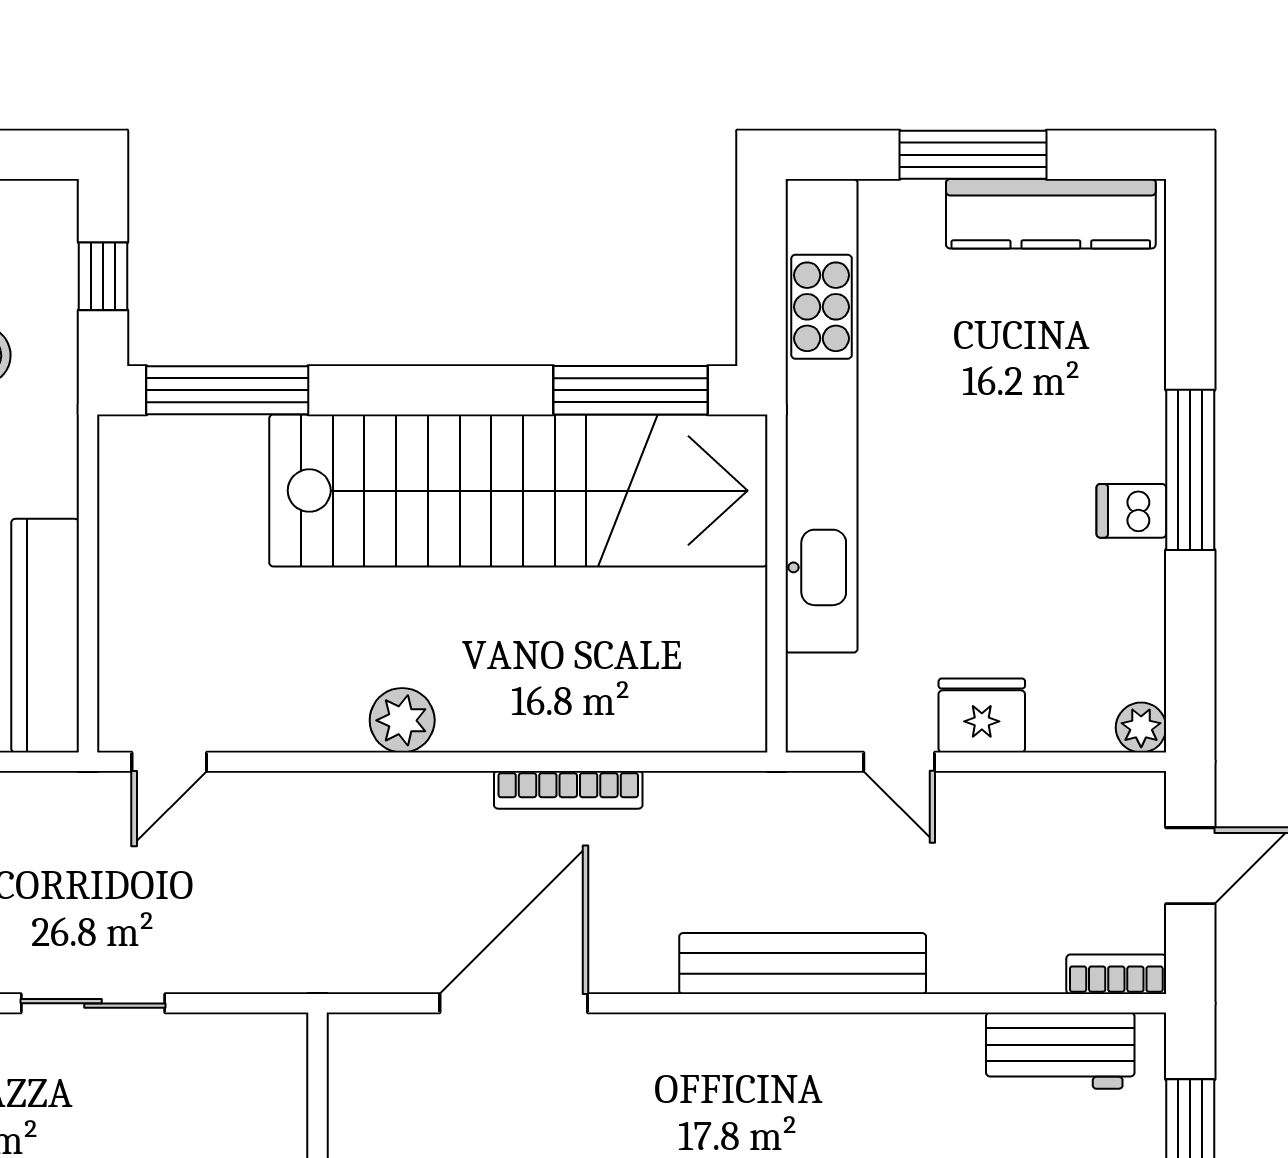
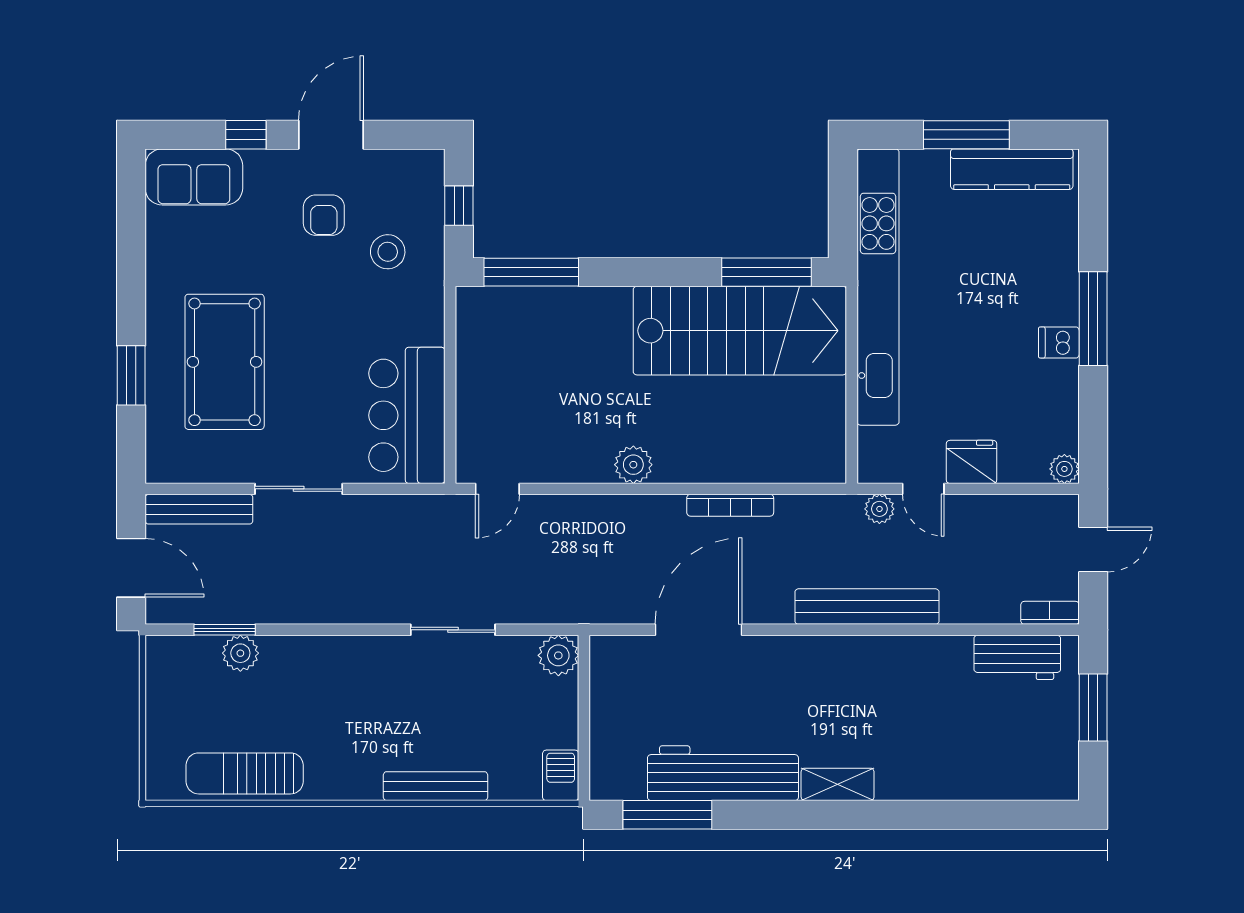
stairs: (518, 491) -> (740, 331), width x0.73
plant: (824, 796) -> (879, 509), added
plant: (274, 1047) -> (558, 655), added

